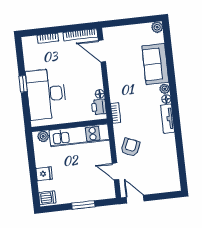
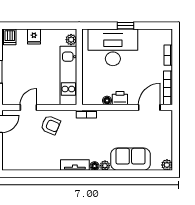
printer: (99, 107) -> (120, 98), moved

